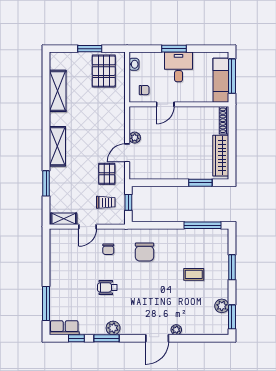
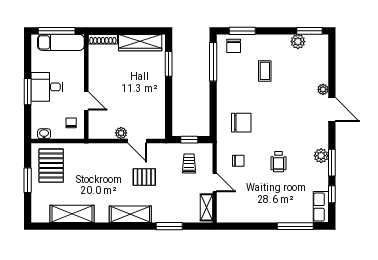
pallet: (104, 71) -> (51, 166), turned 90
pallet: (107, 174) -> (144, 177), moved
chair: (218, 245) -> (234, 46), added
window: (232, 267) -> (242, 31), moved

